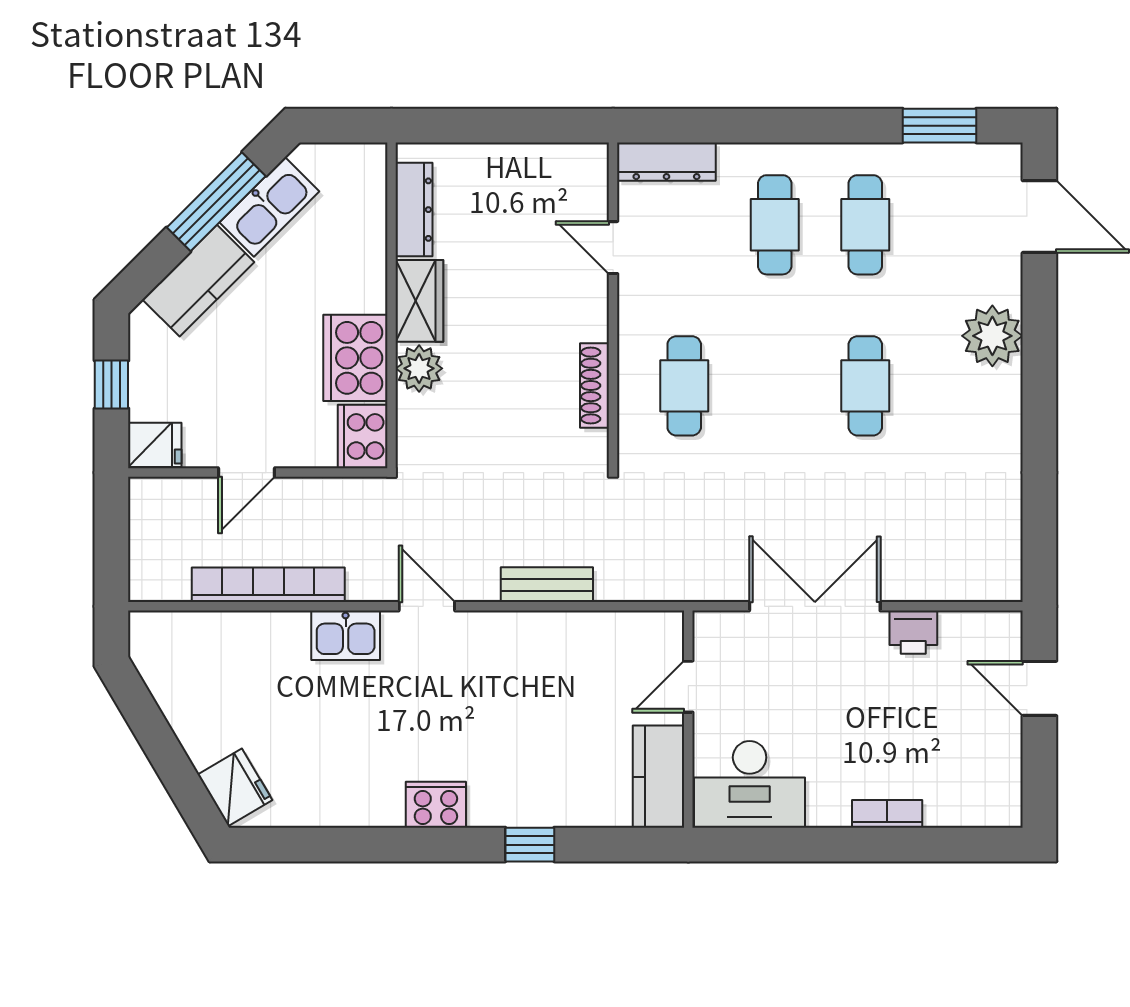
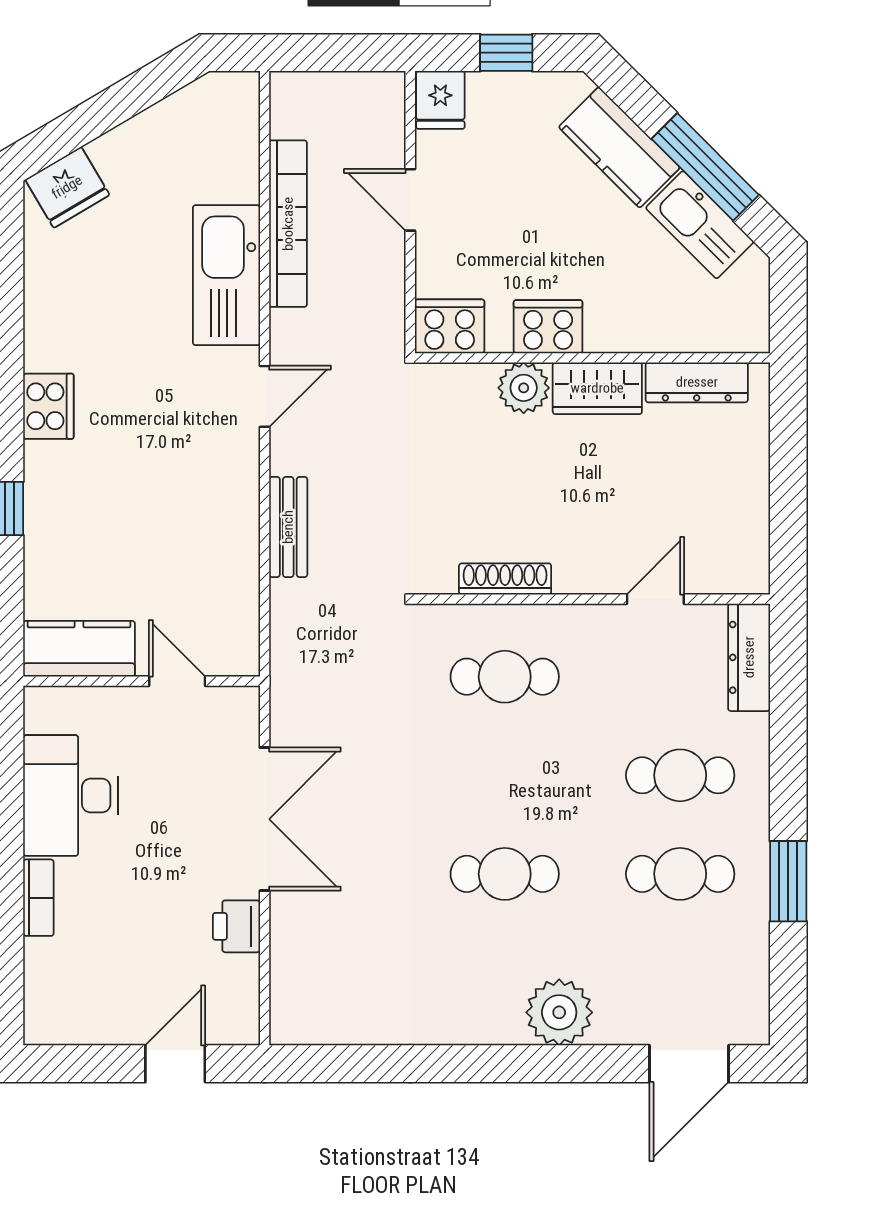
window: (939, 126) -> (788, 881), moved
cooker: (355, 358) -> (548, 327), width x0.73, depth x0.76
kitchen sink: (346, 635) -> (226, 275), width x1.87, depth x1.24
desk: (750, 784) -> (71, 796), moved

